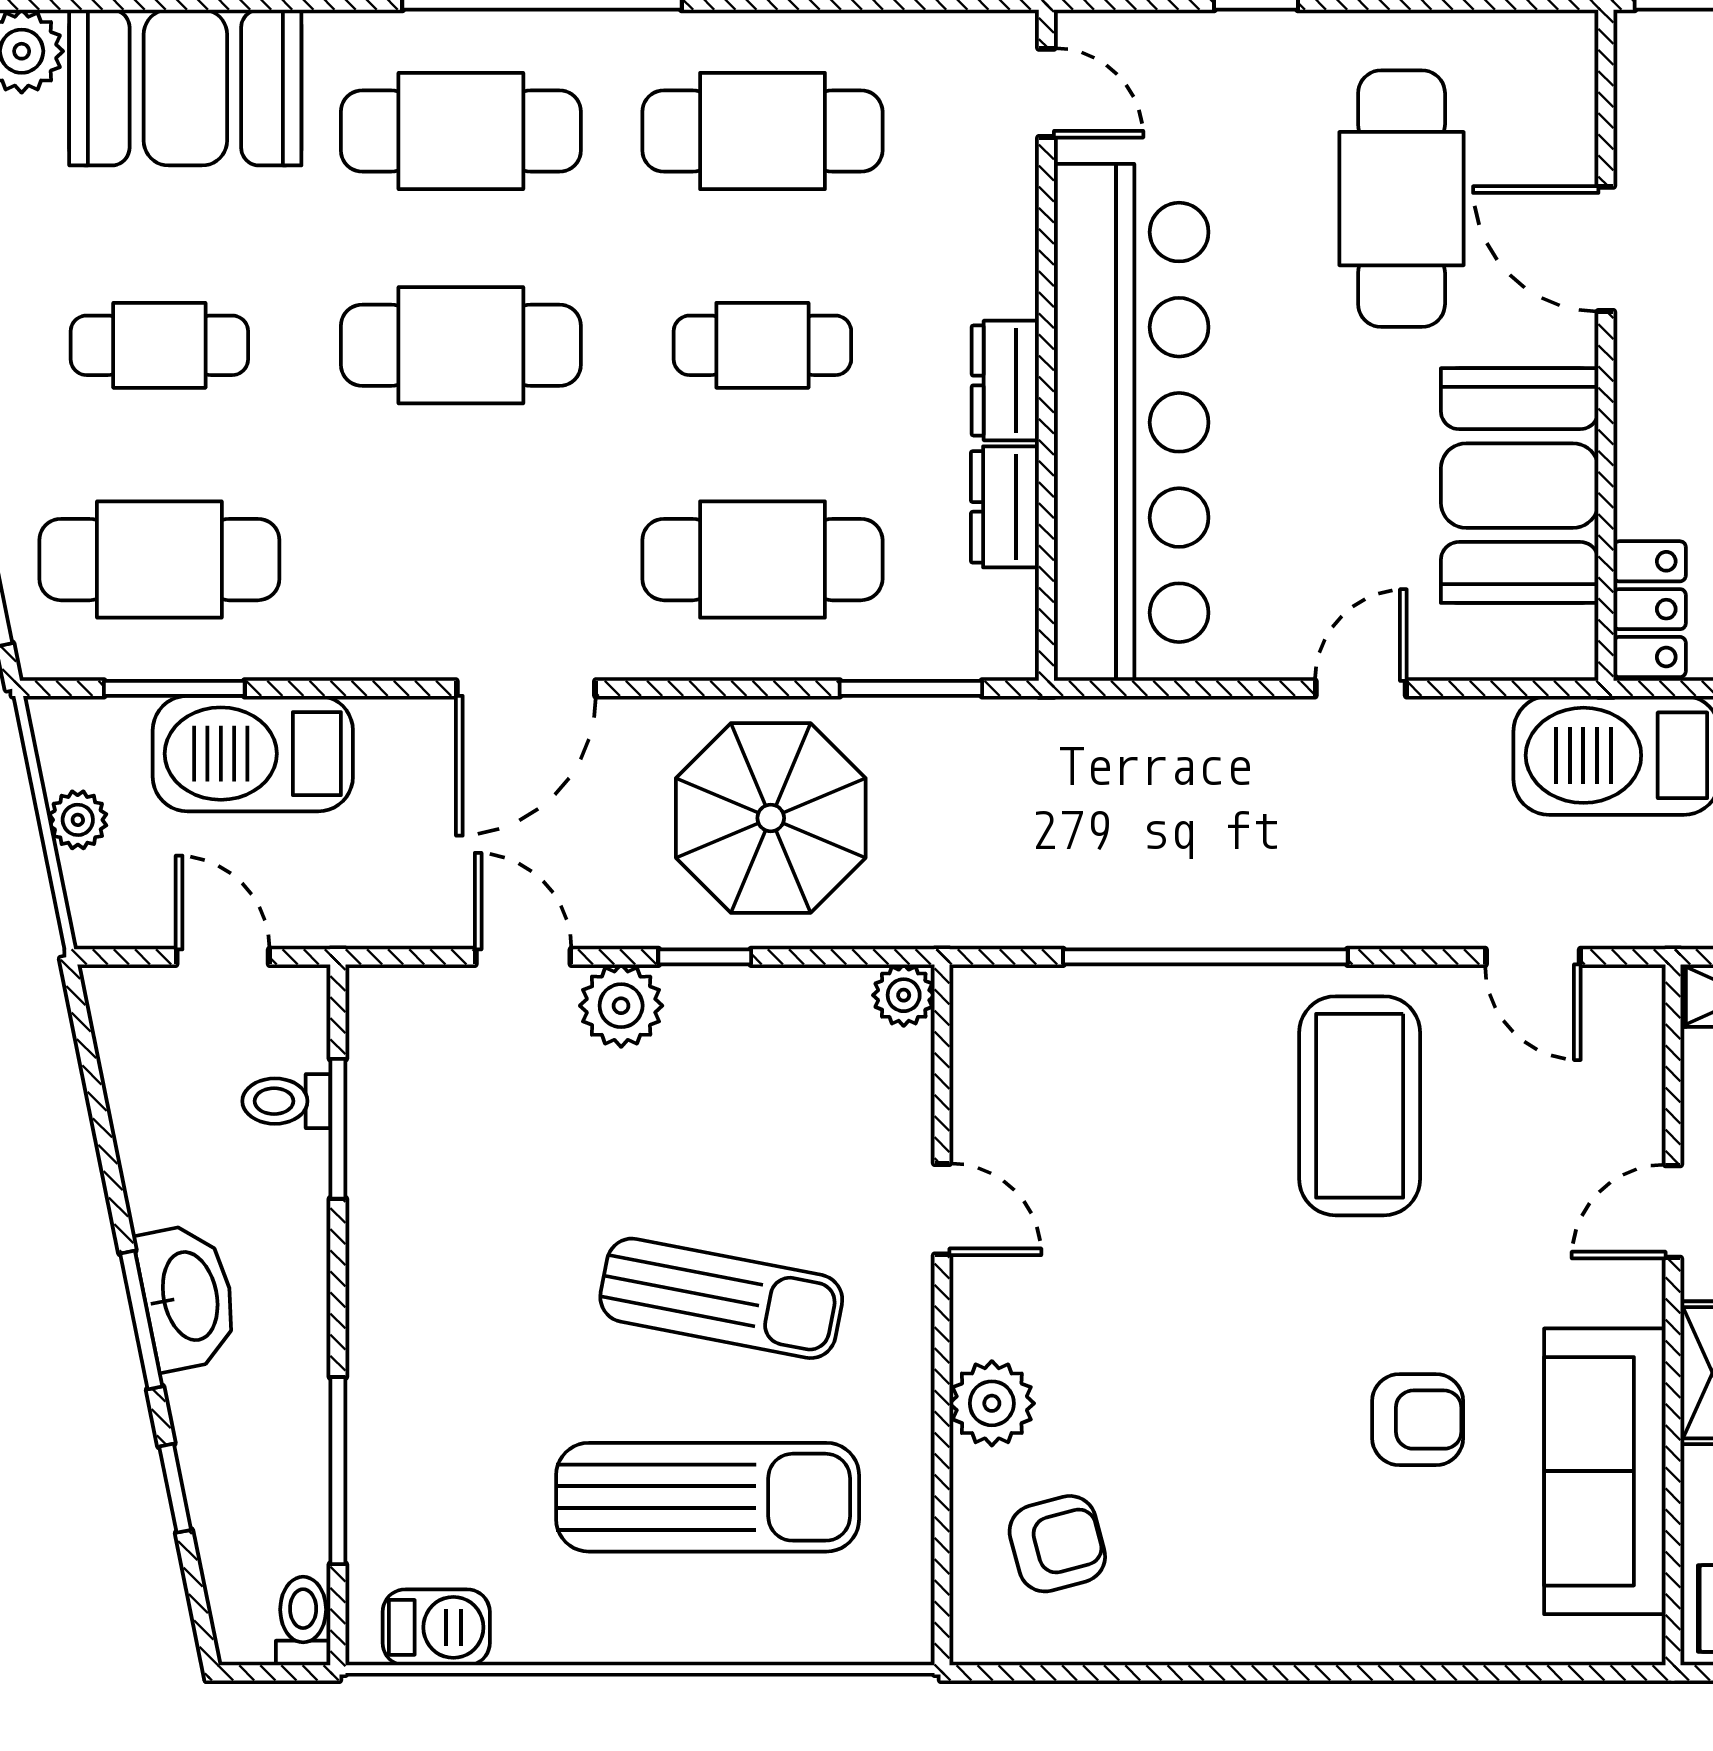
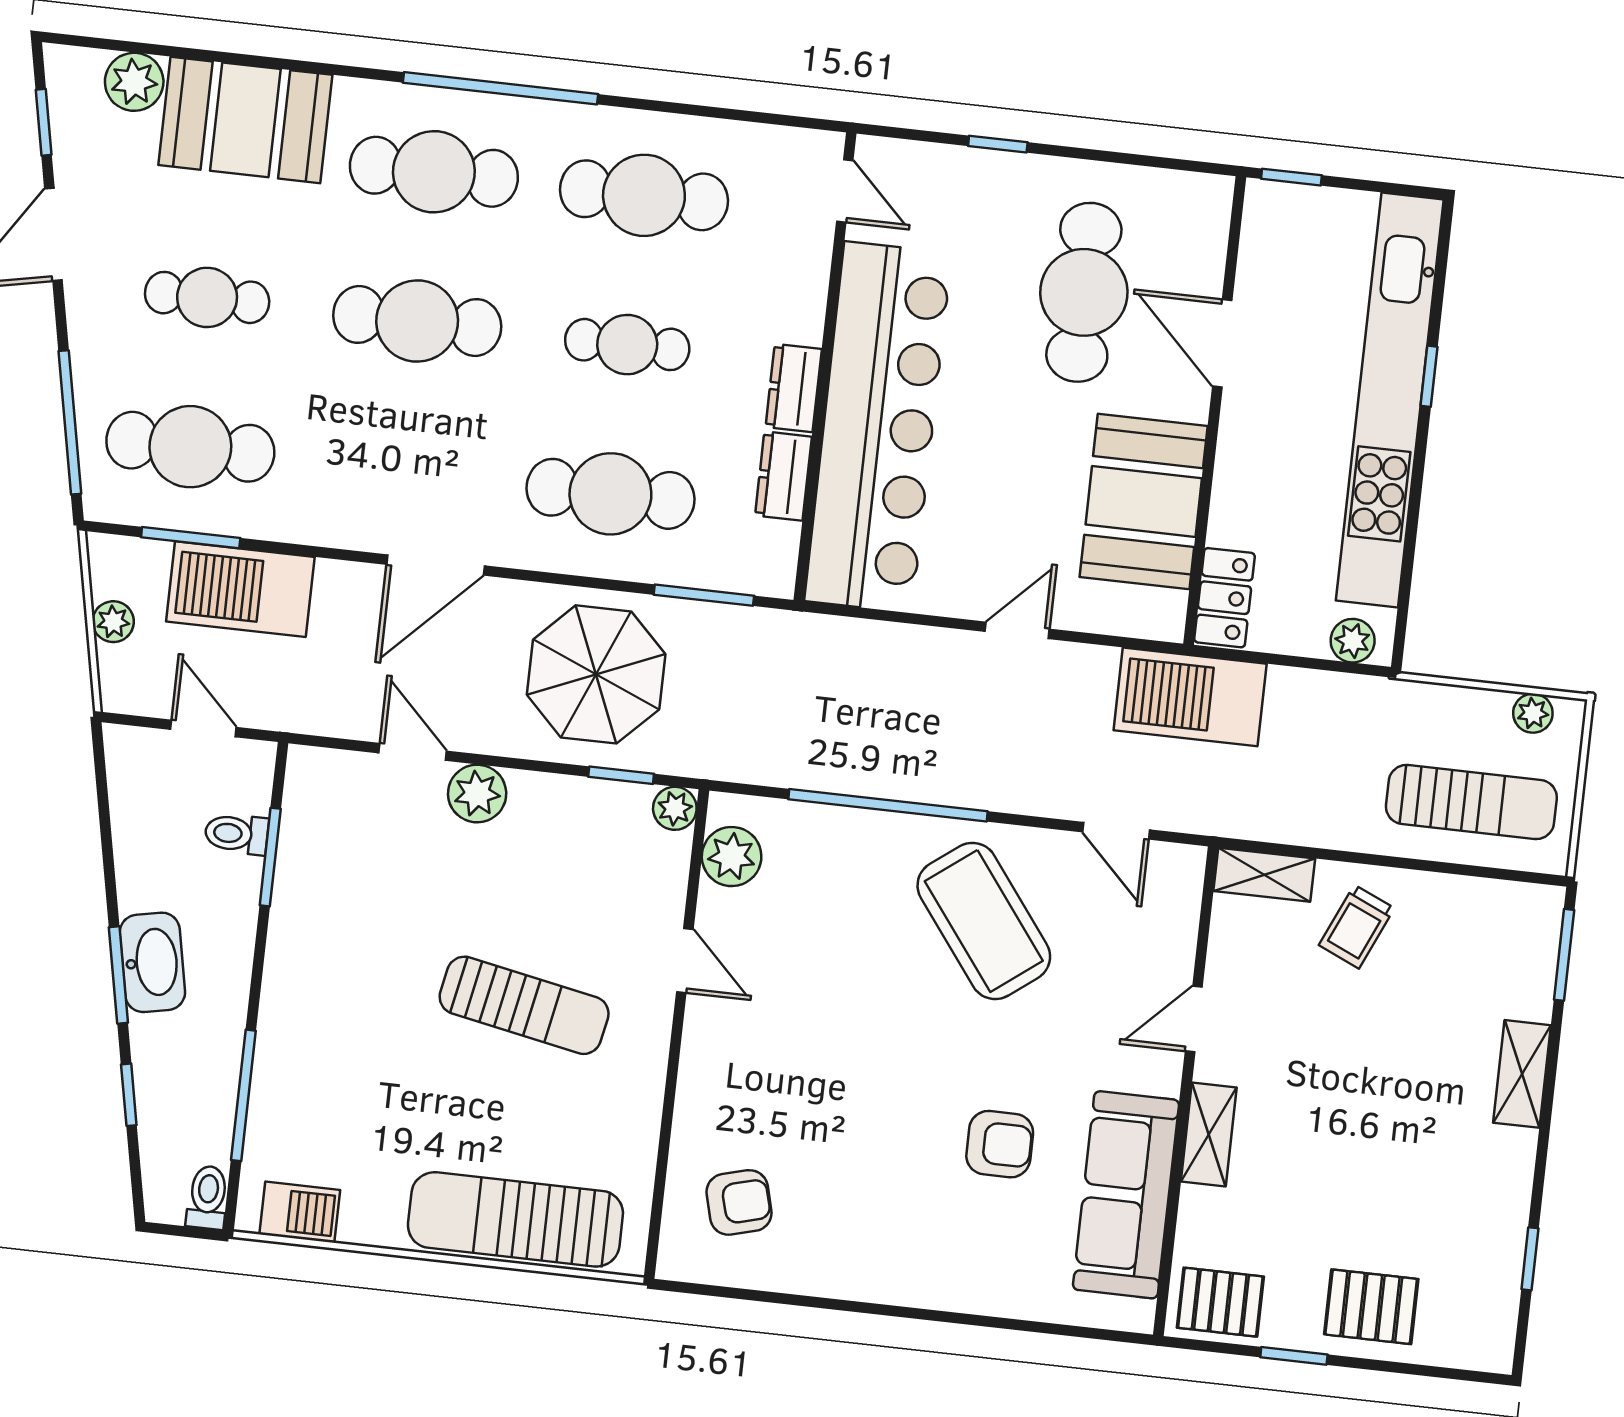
window: (705, 957) -> (621, 775), moved
coffee table: (1360, 1106) -> (984, 921), turned -37
plant: (992, 1403) -> (732, 857), moved
sun lounger: (708, 1497) -> (515, 1219), moved, turned 180

